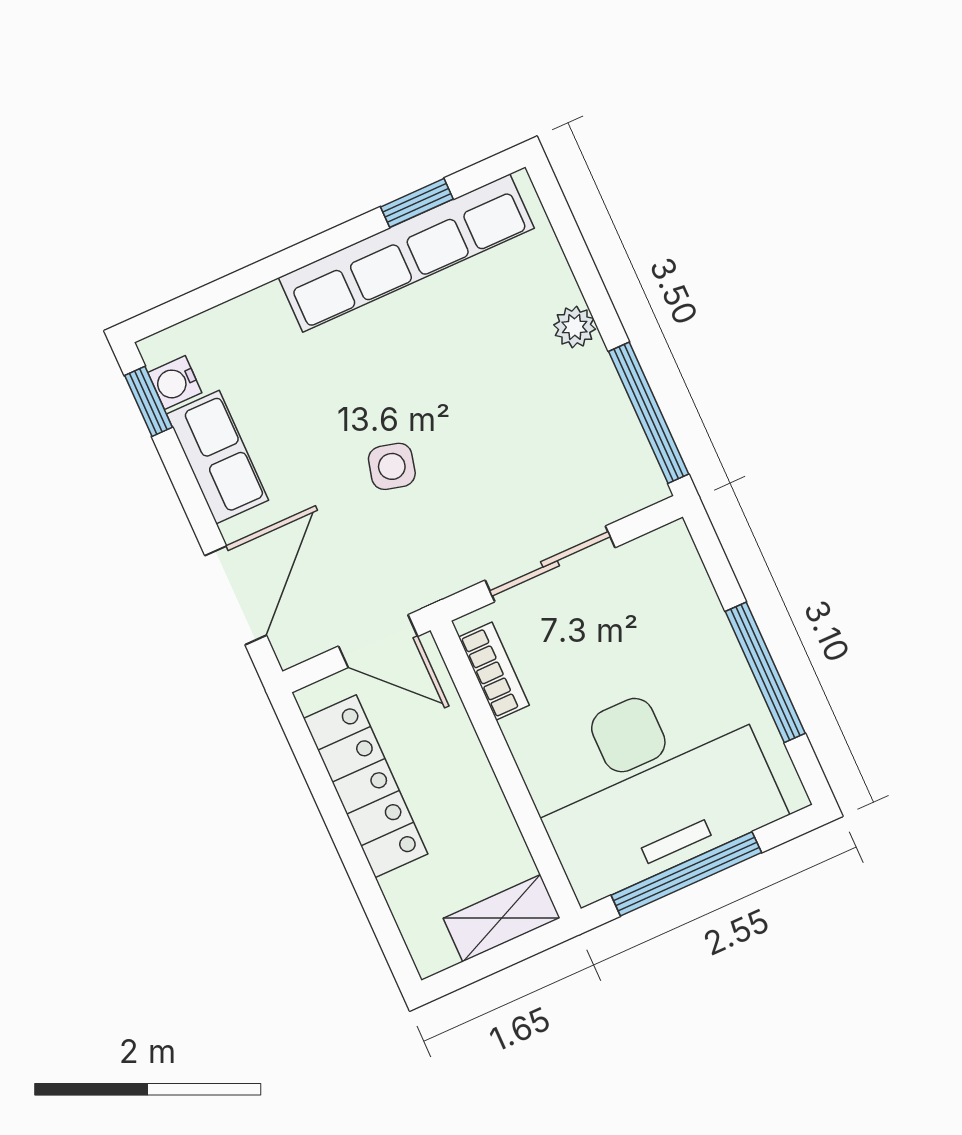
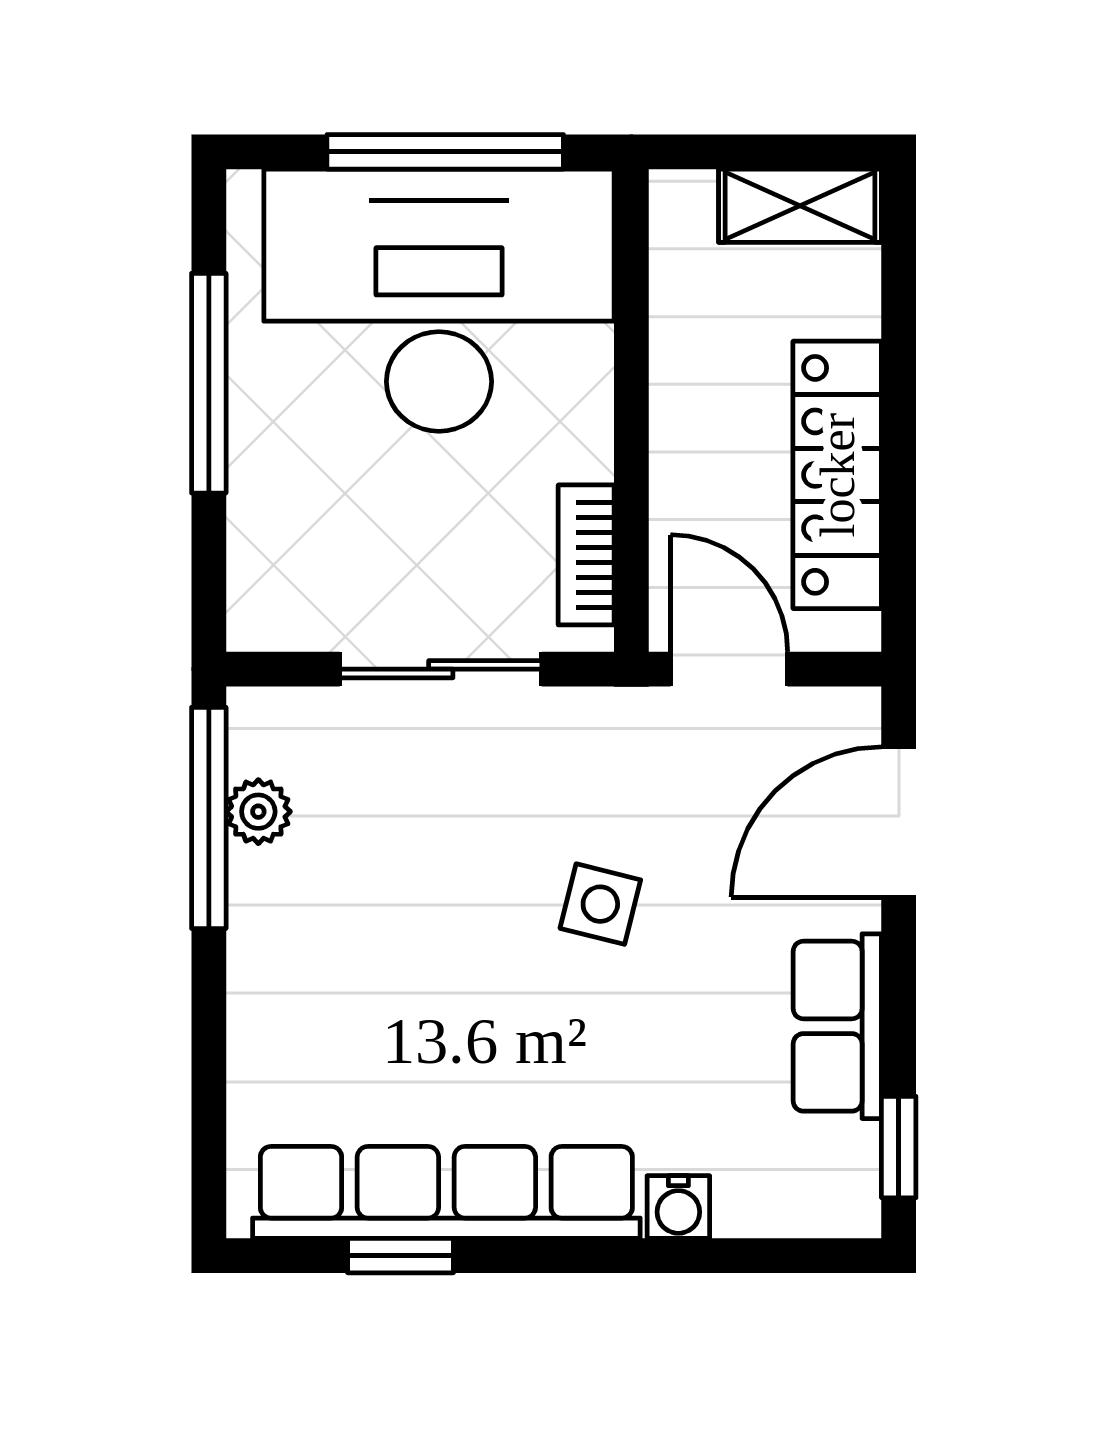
plant: (575, 327) -> (258, 812), moved
water cooler: (175, 383) -> (678, 1207), moved, turned 90
shelving: (502, 918) -> (800, 206), moved

